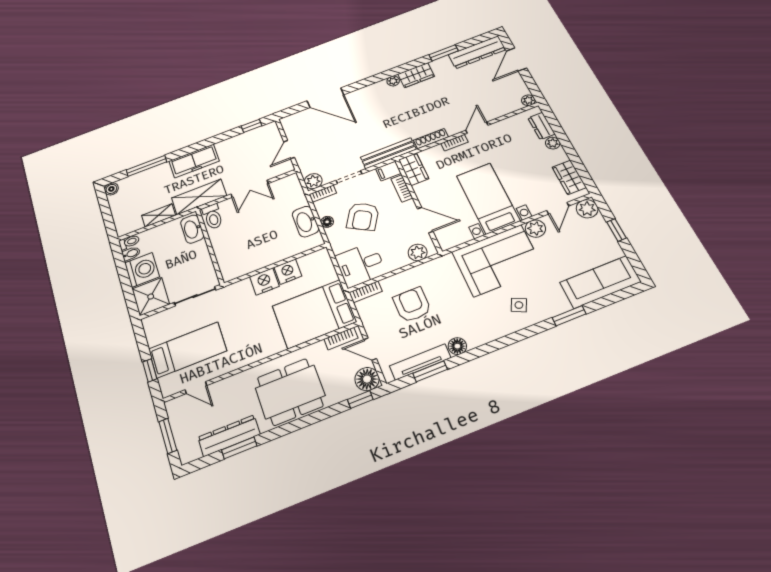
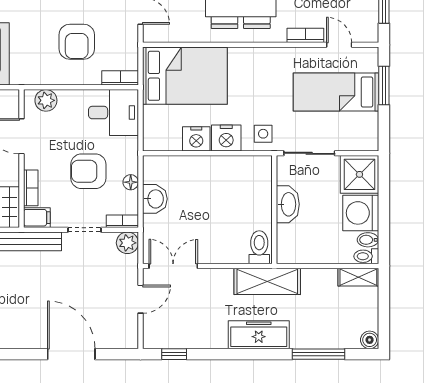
double door: (250, 189) -> (173, 266), moved
shelving: (159, 215) -> (358, 277), moved
armchair: (363, 217) -> (88, 171), turned -121
washbasin: (306, 222) -> (155, 199), width x0.72
washbasin: (192, 229) -> (288, 204), moved
side table: (236, 296) -> (263, 134), added
bookcase: (341, 339) -> (305, 35), moved
window: (150, 370) -> (384, 85), width x1.50

